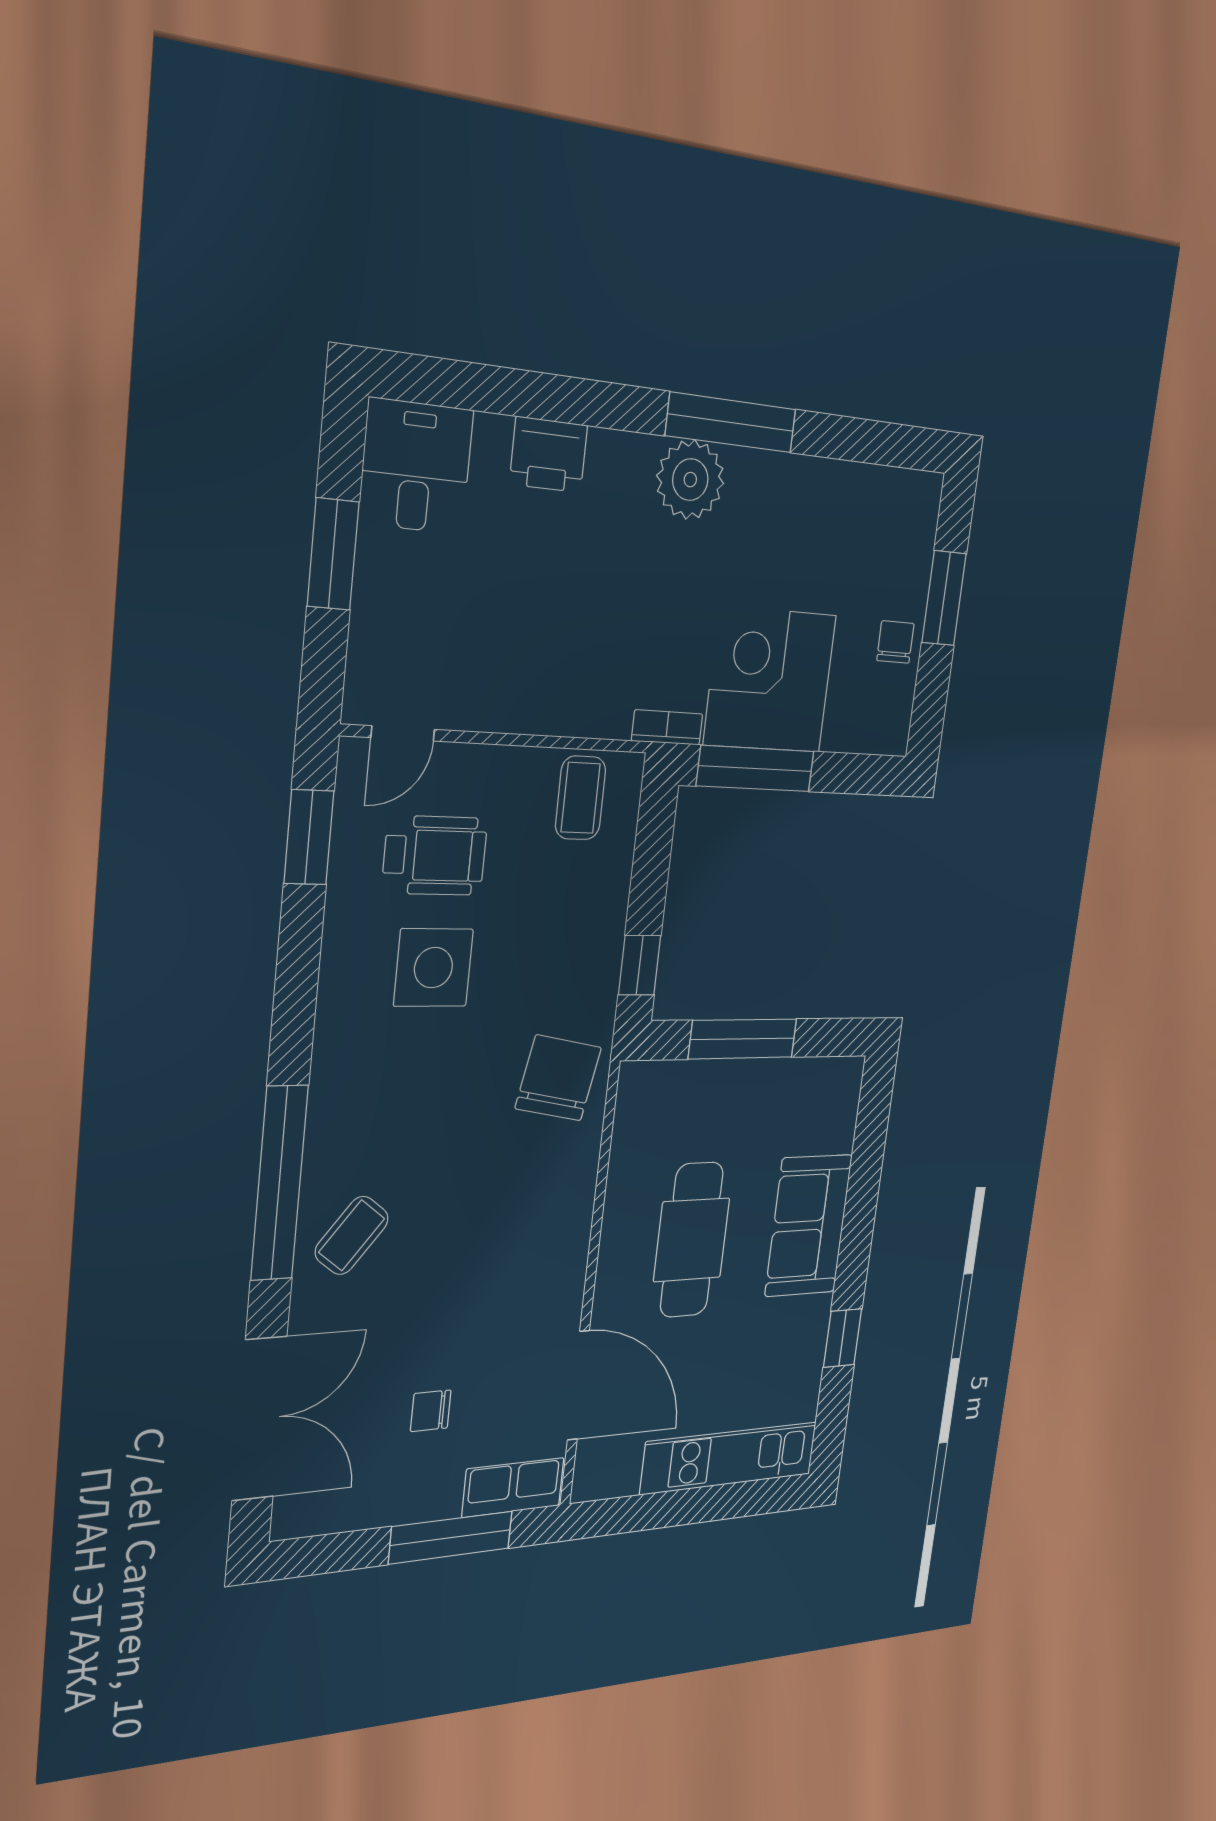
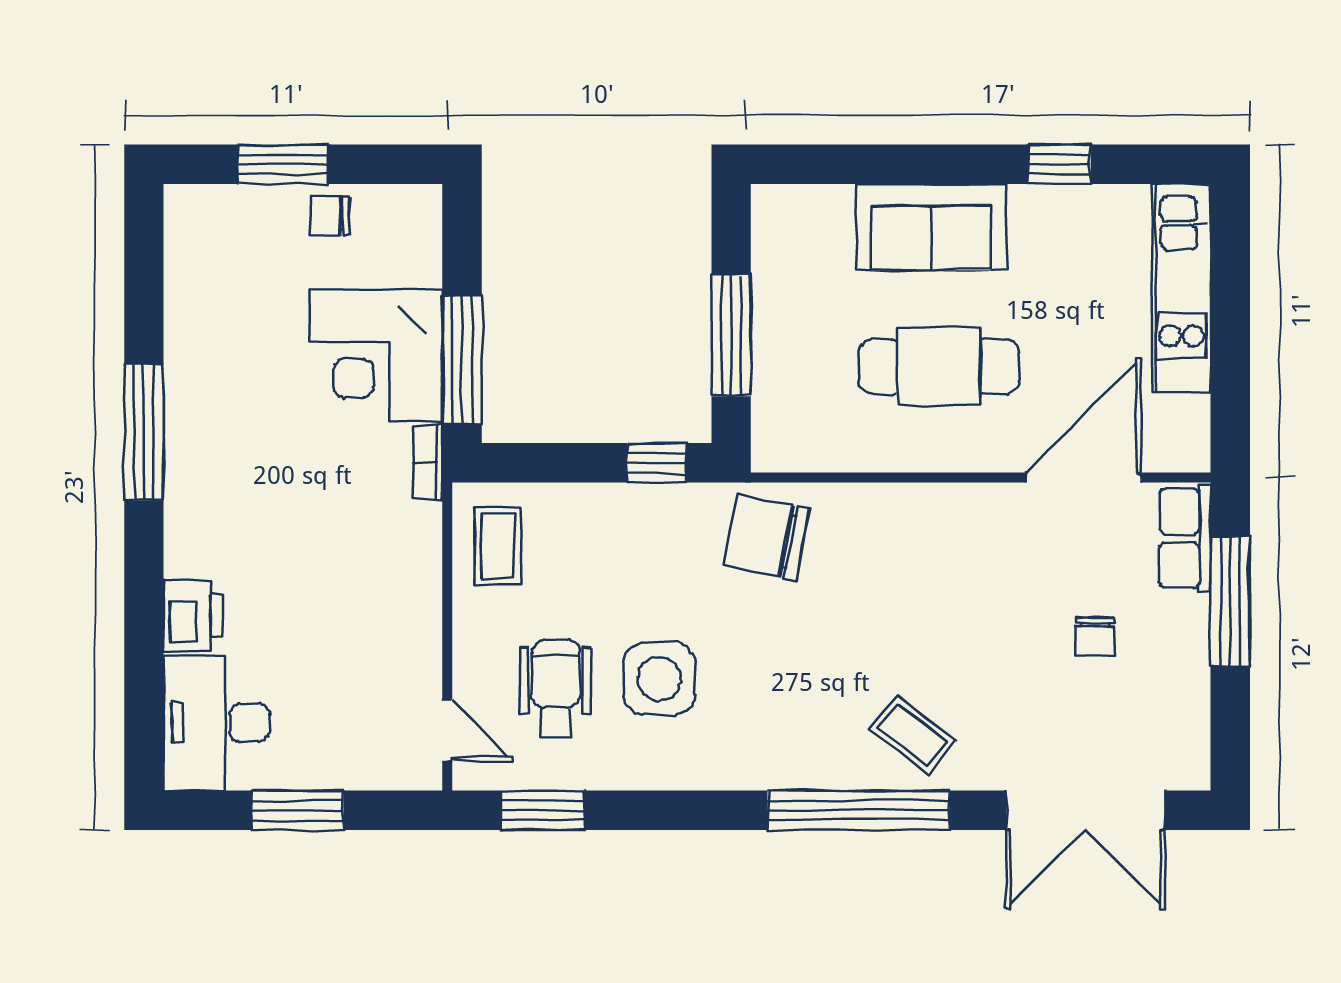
desk: (416, 467) -> (217, 723), width x1.37
plant: (690, 480) -> (199, 468), removed
coffee table: (581, 798) -> (498, 546), turned 90
double door: (259, 1419) -> (1085, 810), swing flipped

